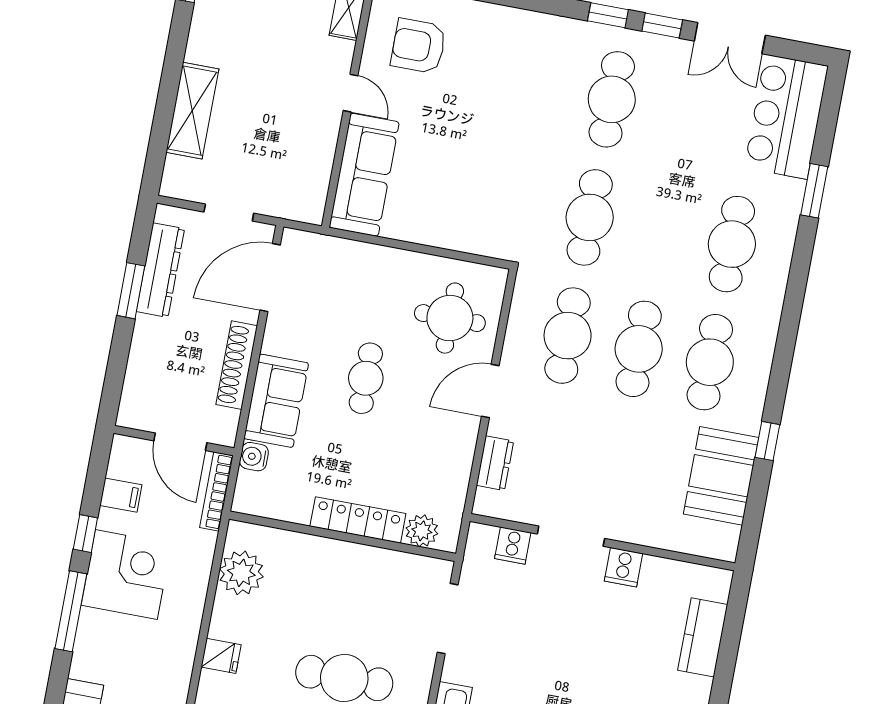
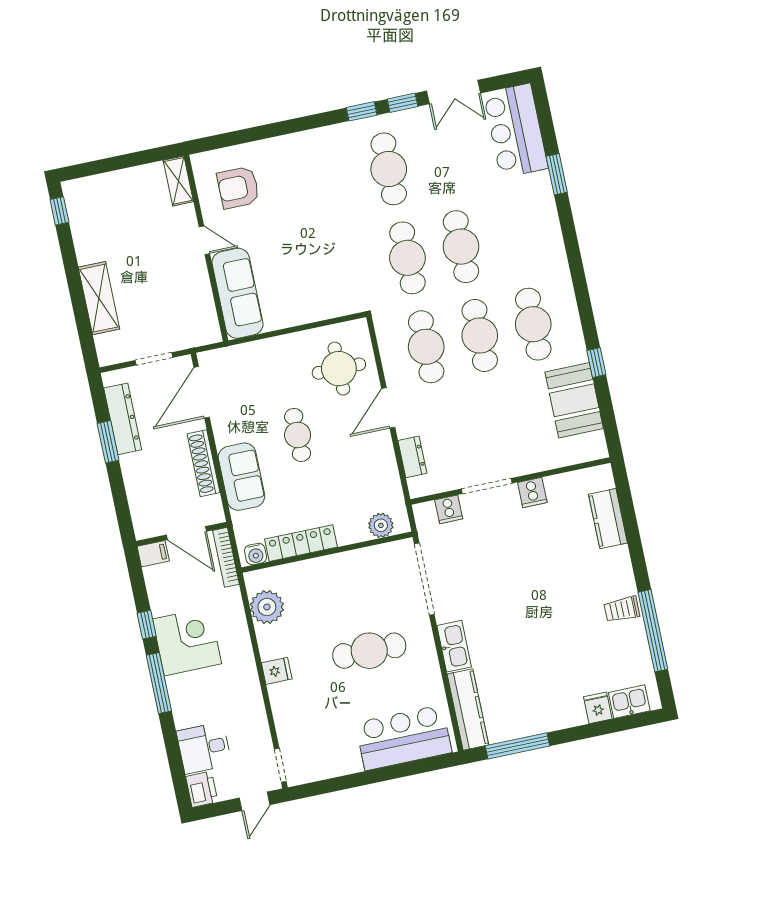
cafe table: (732, 244) -> (461, 247), moved
water cooler: (254, 457) -> (256, 554), moved, turned -90
filing cabinet: (121, 495) -> (153, 554), moved
locker: (358, 520) -> (301, 543), moved
doorway: (448, 619) -> (424, 579), width x1.36

